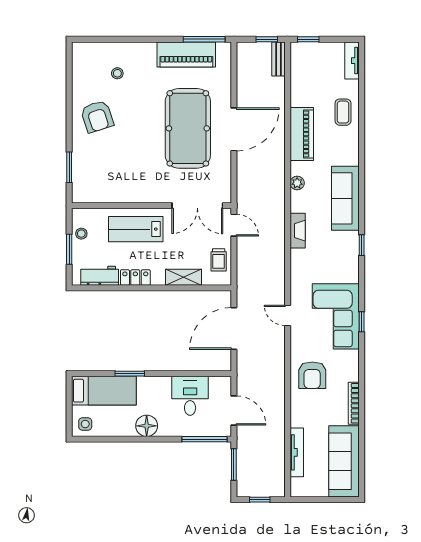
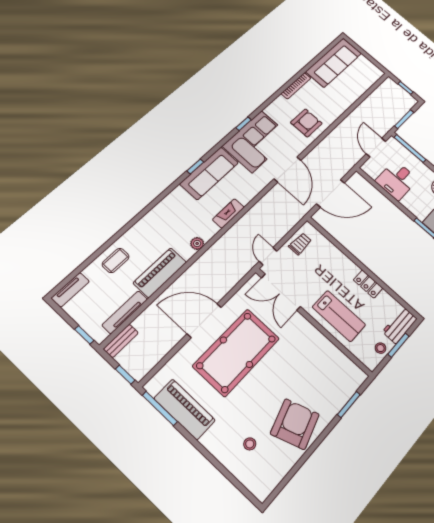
window: (267, 39) -> (125, 375), moved
armchair: (97, 116) -> (295, 424), width x1.36, depth x1.36
sofa: (345, 198) -> (209, 173), moved
double door: (197, 206) -> (281, 292), swing flipped
workbench: (100, 276) -> (400, 325), moved, turned 90
shelving: (184, 277) -> (335, 254), removed
door: (288, 315) -> (287, 170), width x1.88
tv unit: (297, 452) -> (125, 312), moved

